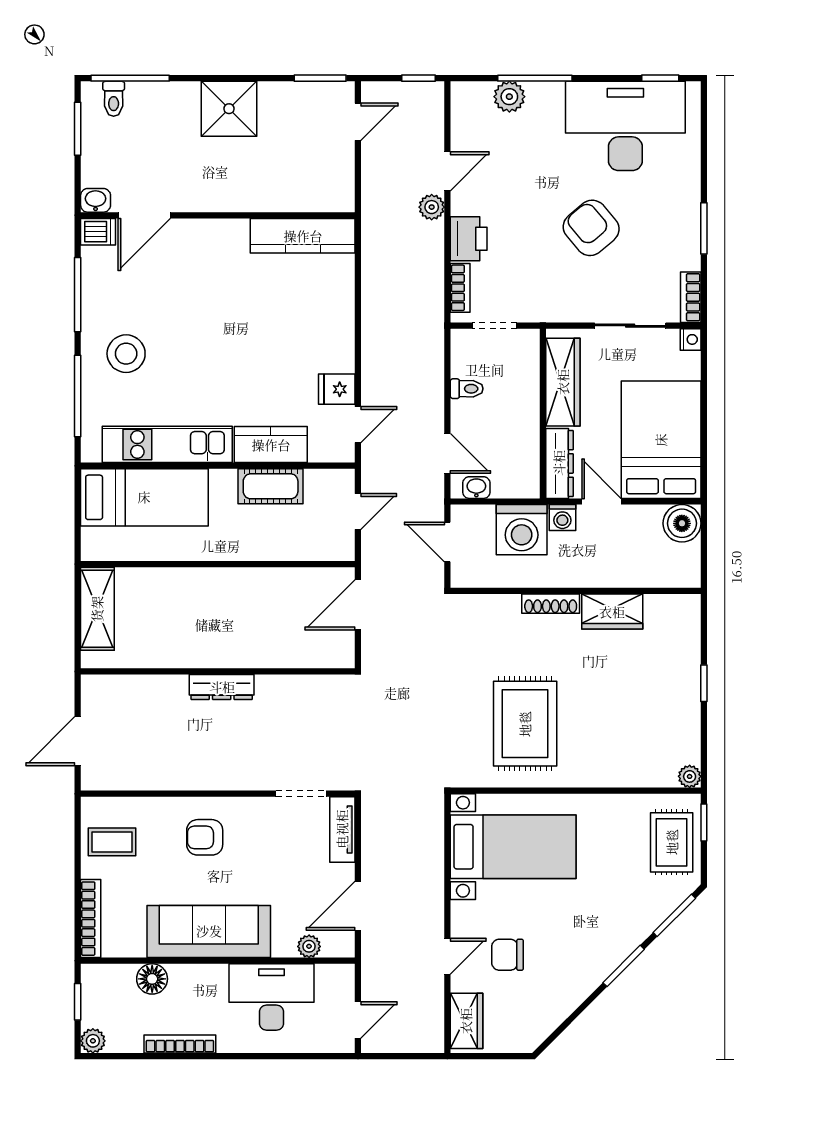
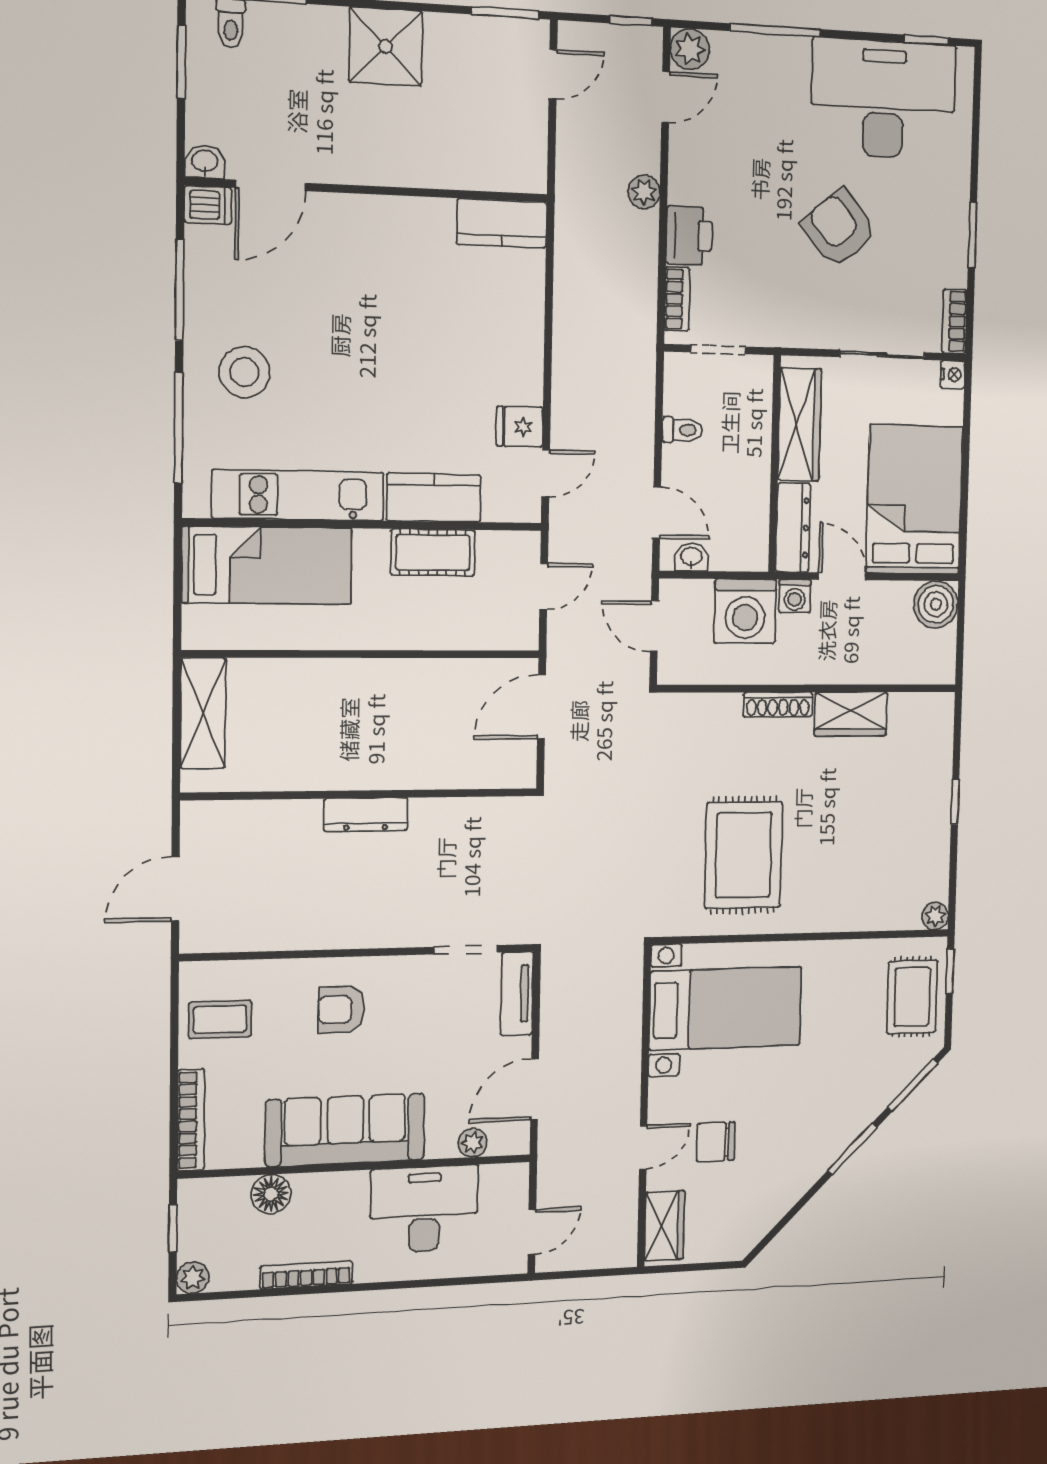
plant: (509, 97) -> (690, 49), moved
door: (447, 171) -> (666, 97), moved
kitchen counter: (303, 236) -> (502, 223), width x0.67

